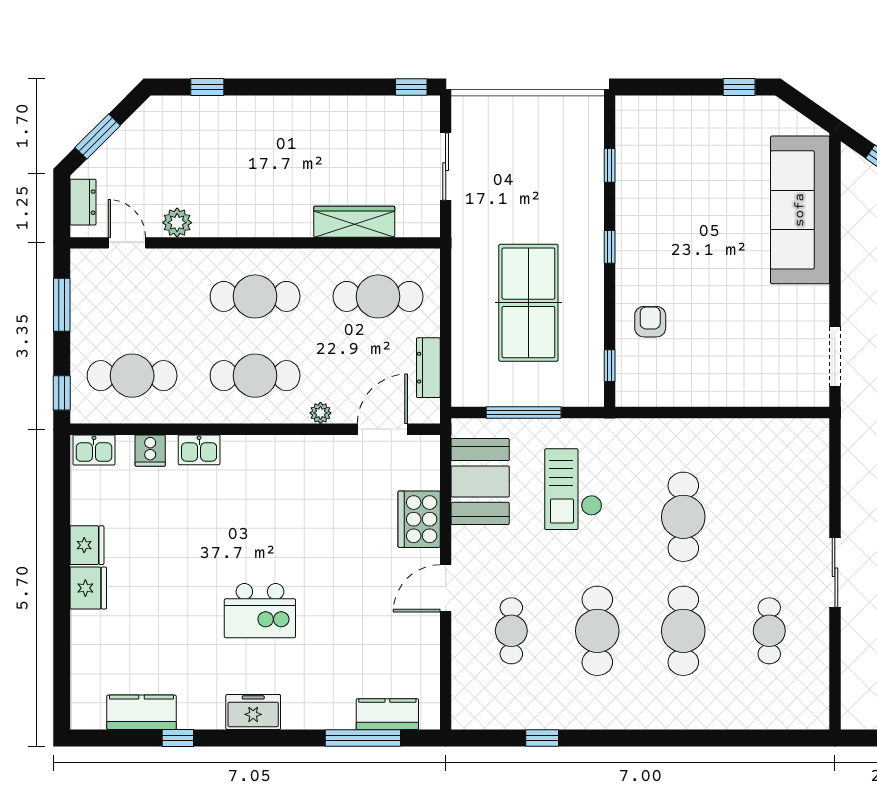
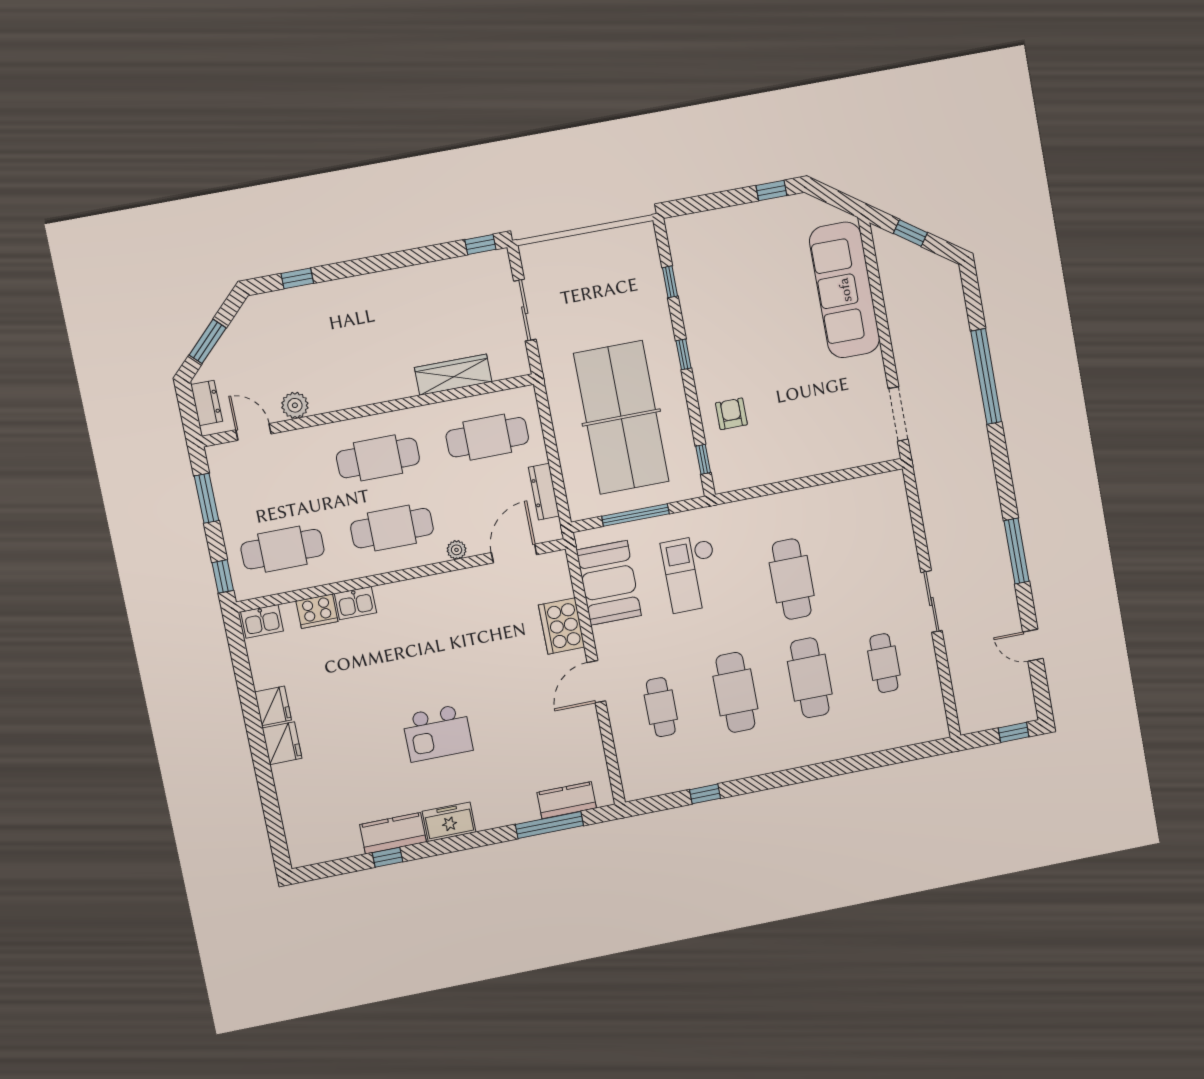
table tennis table: (528, 303) -> (621, 417), width x1.36, depth x1.32
cooker: (150, 451) -> (317, 611), width x1.36
kitchen counter: (142, 712) -> (393, 833), moved

